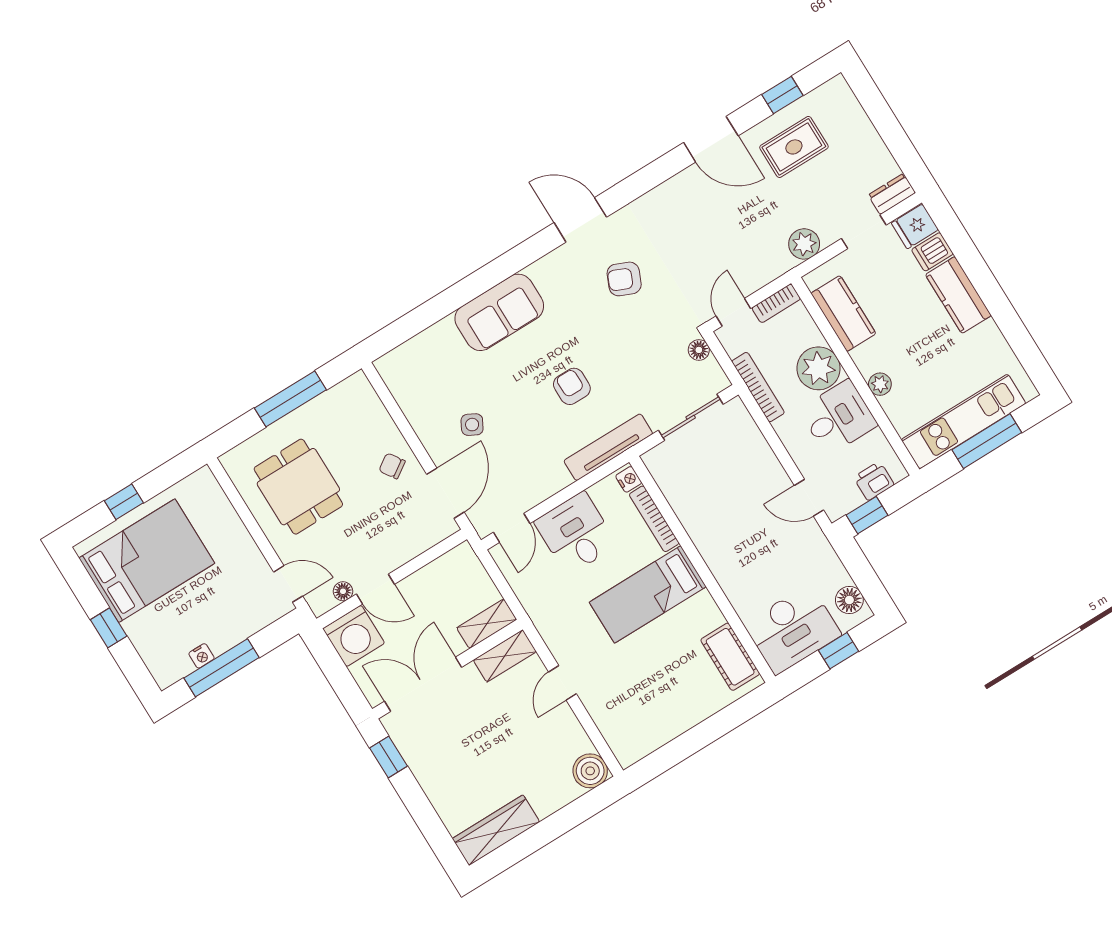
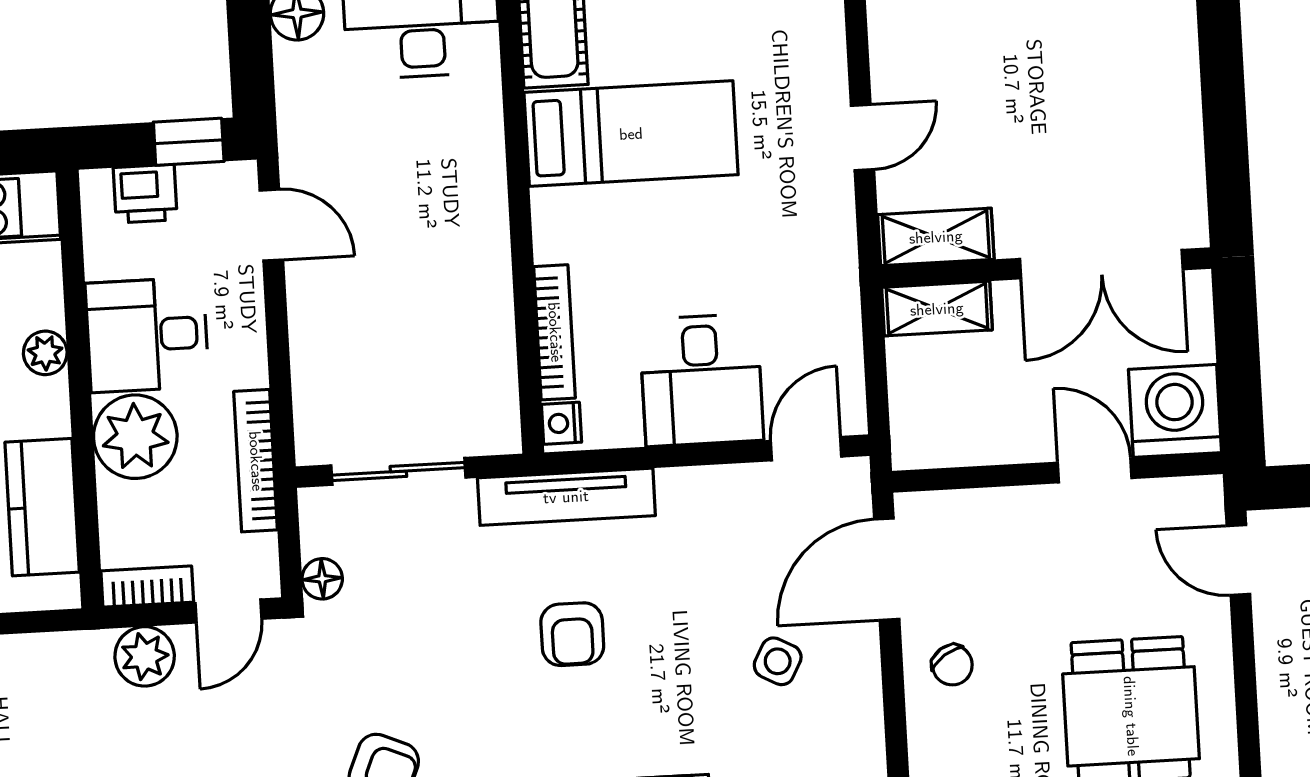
plant: (804, 244) -> (145, 656), moved
floor lamp: (343, 591) -> (1152, 497), removed
bed: (648, 594) -> (631, 134), moved
window: (388, 757) -> (1228, 172), removed

